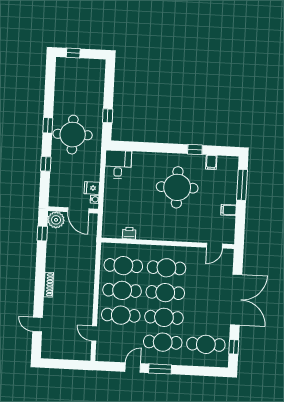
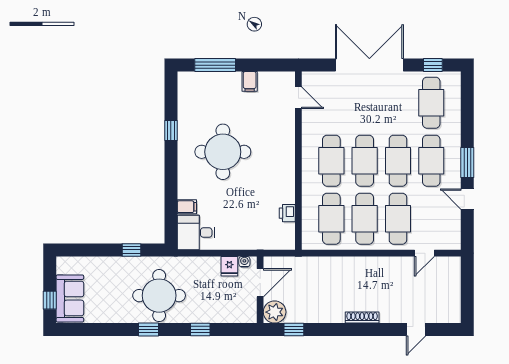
sofa: (74, 68) -> (70, 298), added
filing cabinet: (211, 162) -> (187, 207), moved

